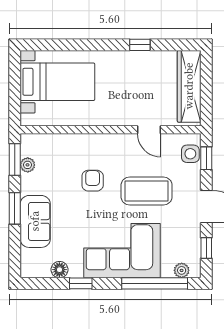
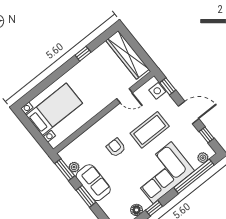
sofa: (35, 221) -> (93, 183), moved

